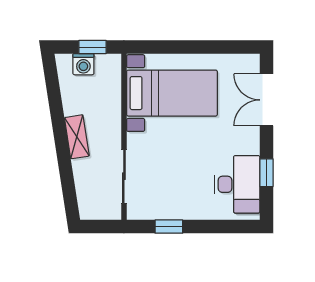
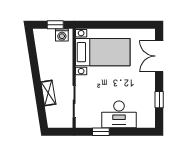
washing machine: (83, 64) -> (62, 35), moved
shelving: (77, 137) -> (48, 93), moved
desk: (237, 184) -> (119, 114), moved, turned 90

